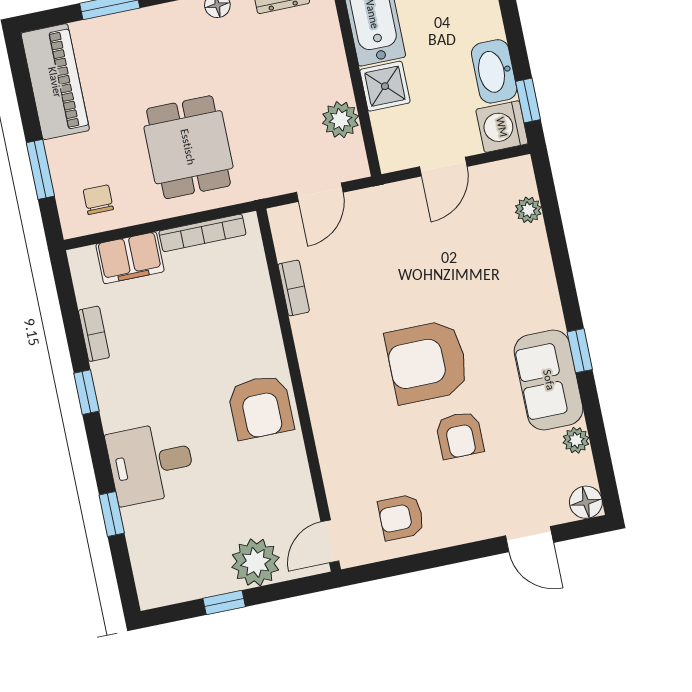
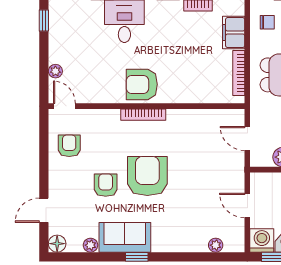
bookcase: (294, 288) -> (143, 115), moved, width x1.56
armchair: (460, 435) -> (106, 185), turned 90
plant: (256, 562) -> (55, 71), width x0.53, depth x0.53
window: (224, 602) -> (44, 21), moved

